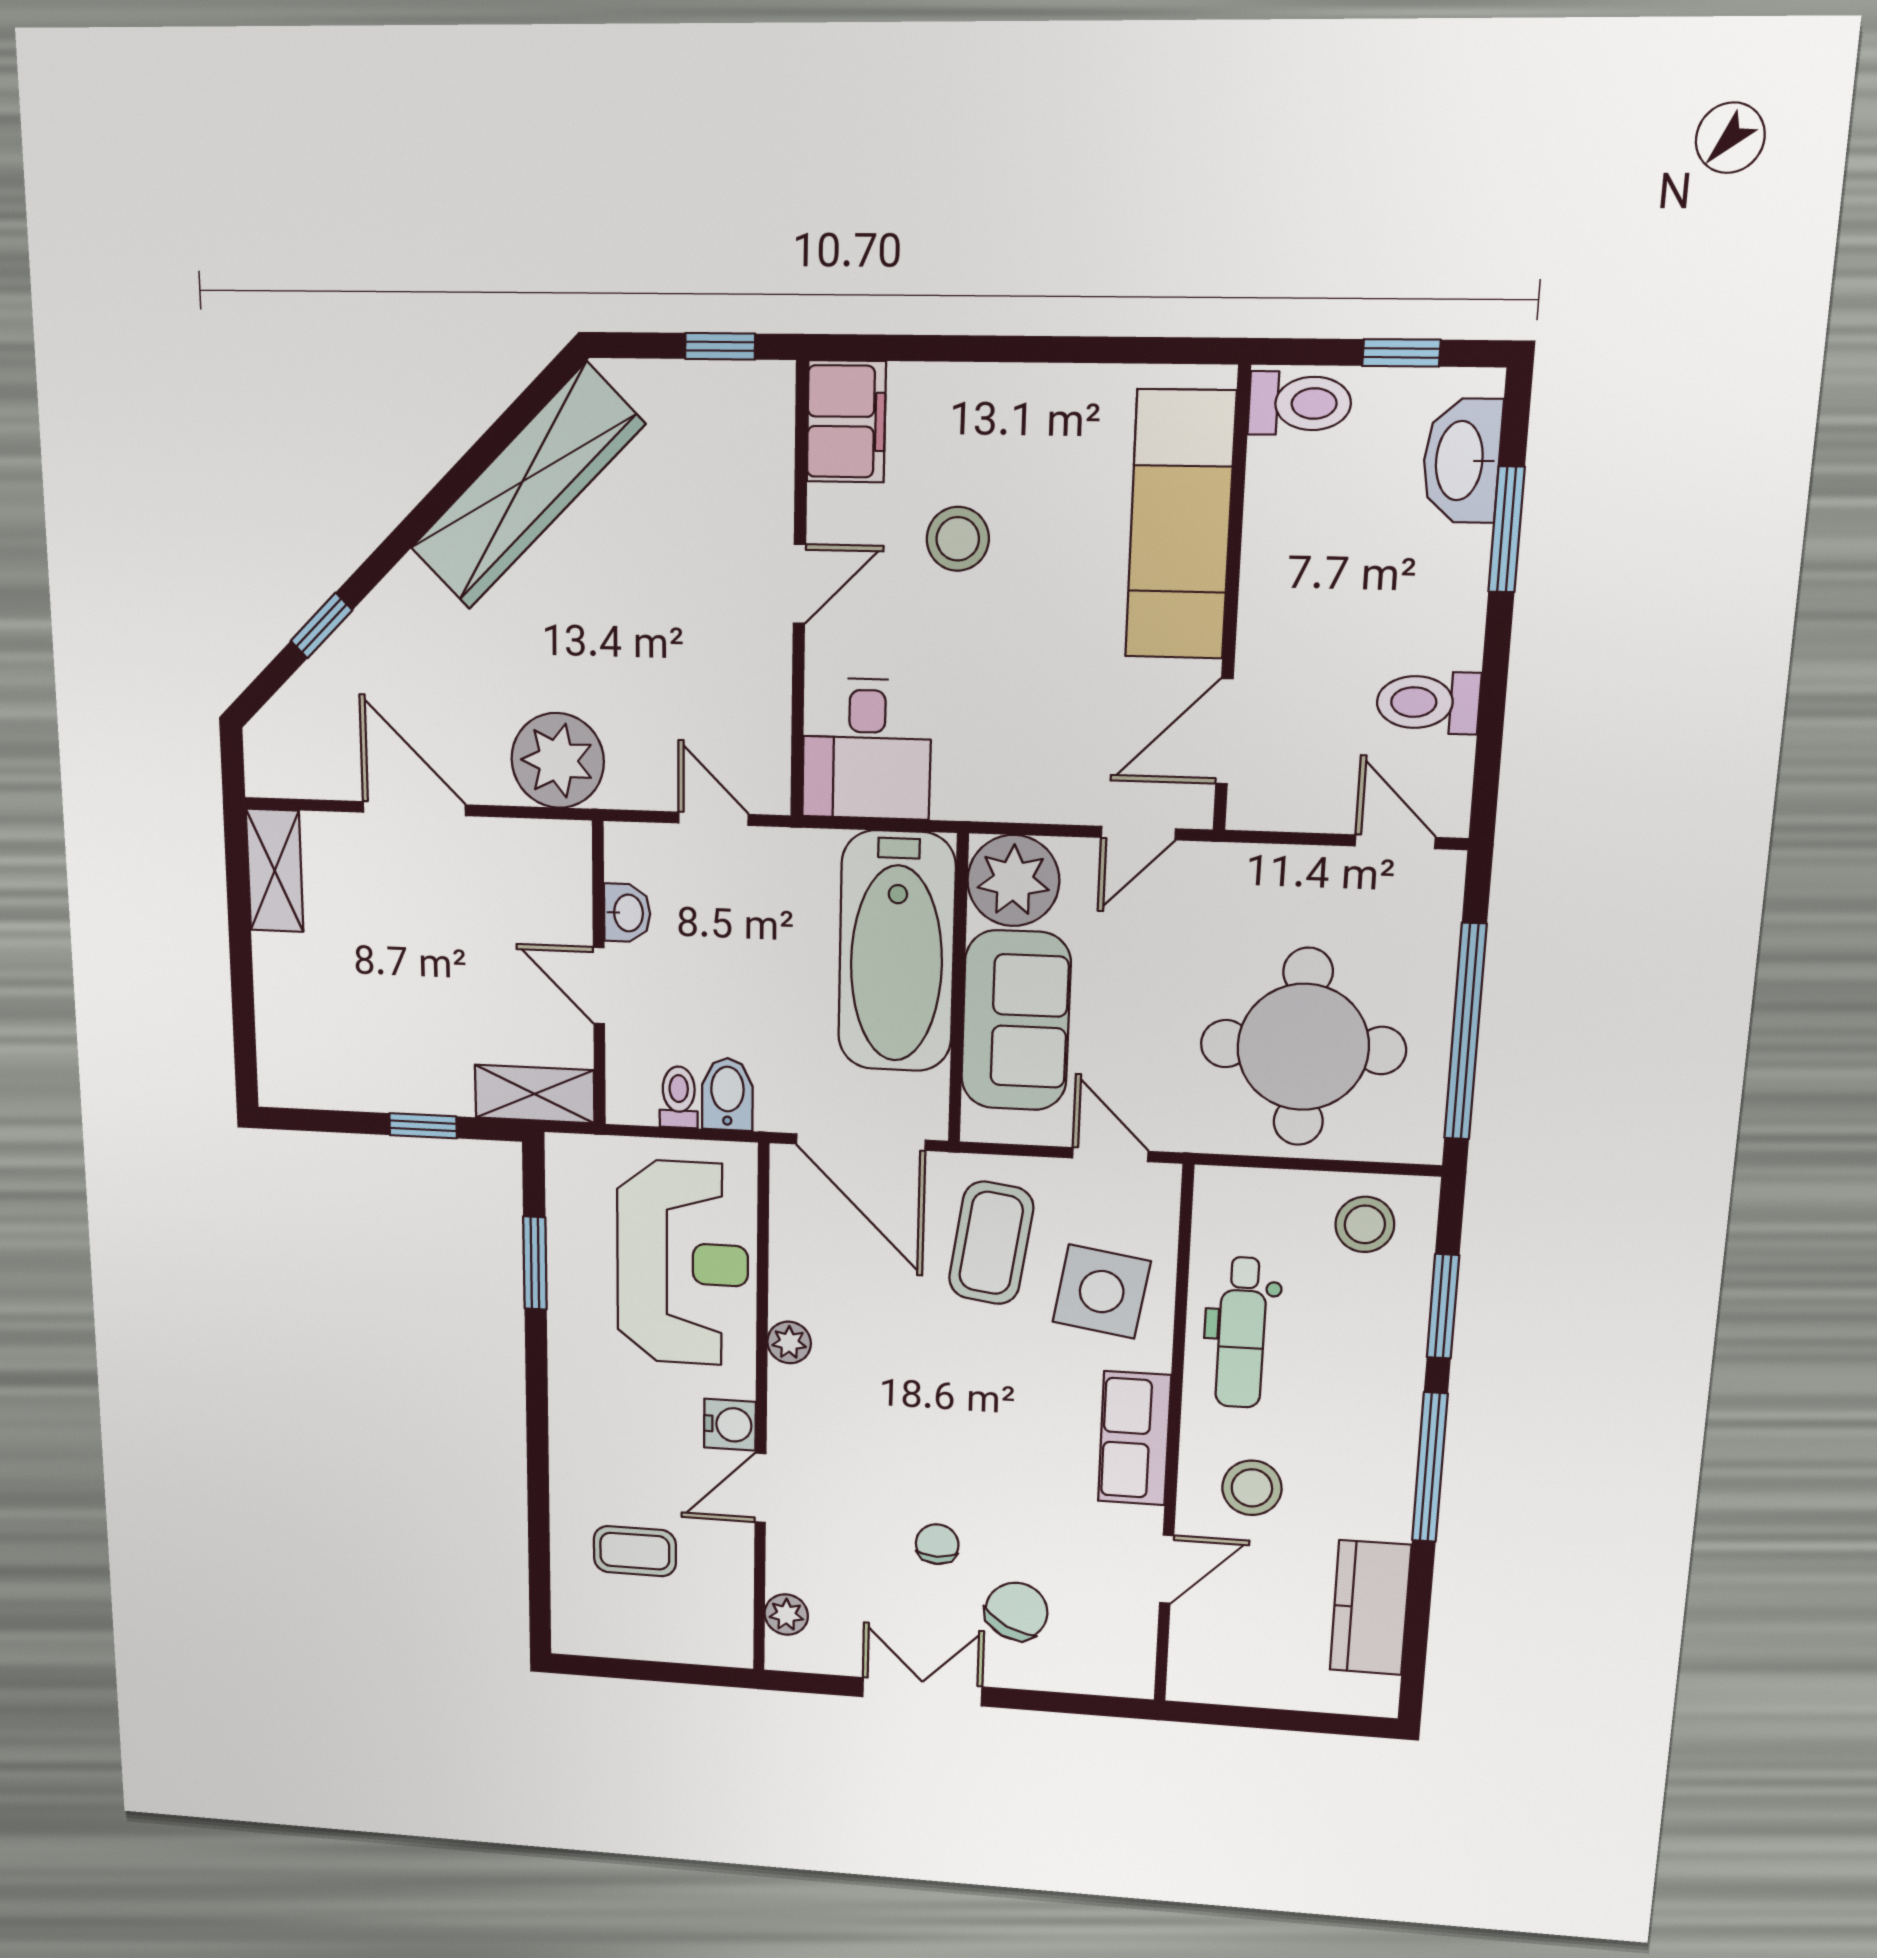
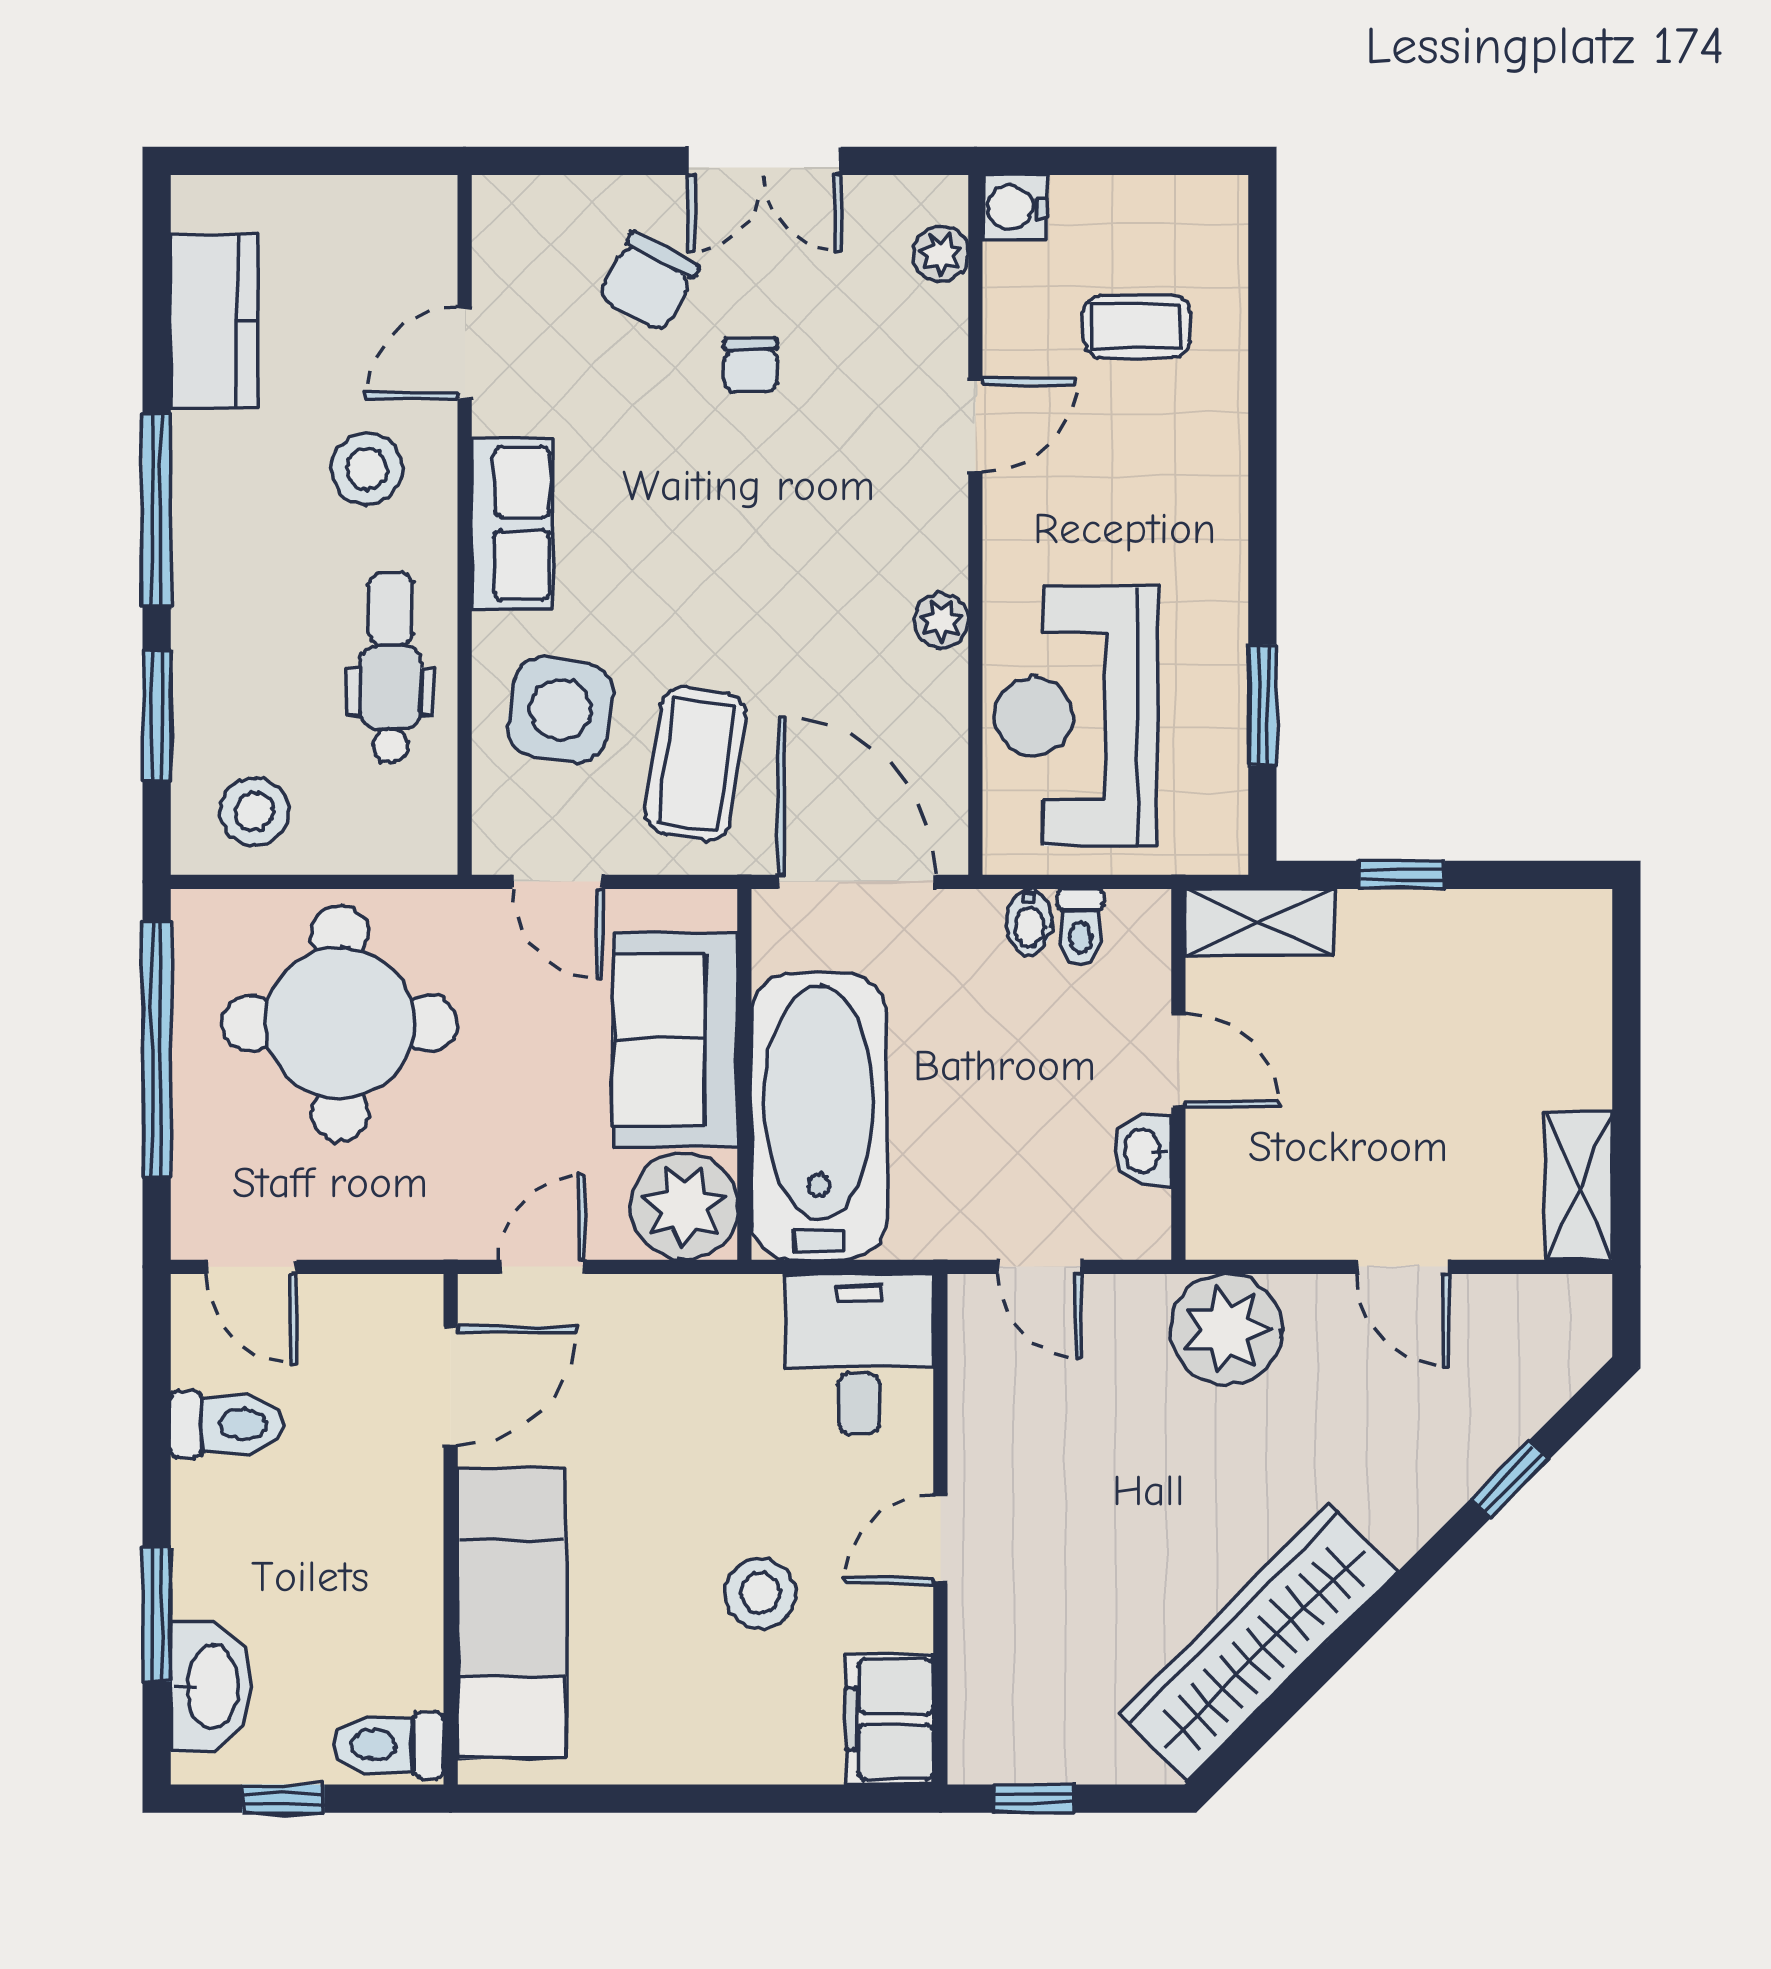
door: (414, 809) -> (1402, 1267), width x0.73
bidet: (727, 1094) -> (1029, 922), width x0.72, depth x0.74
water cooler: (730, 1425) -> (1015, 207), moved

